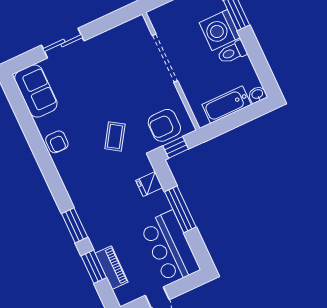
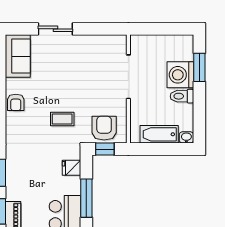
armchair: (164, 125) -> (104, 128), turned 90
coffee table: (115, 136) -> (62, 119), turned 57

